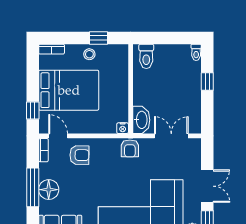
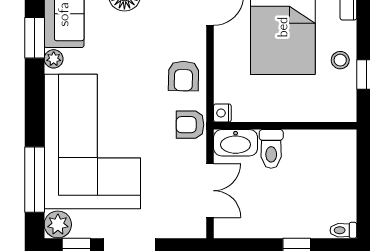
toilet: (146, 56) -> (271, 149), moved, turned -90
armchair: (79, 155) -> (183, 76), moved

